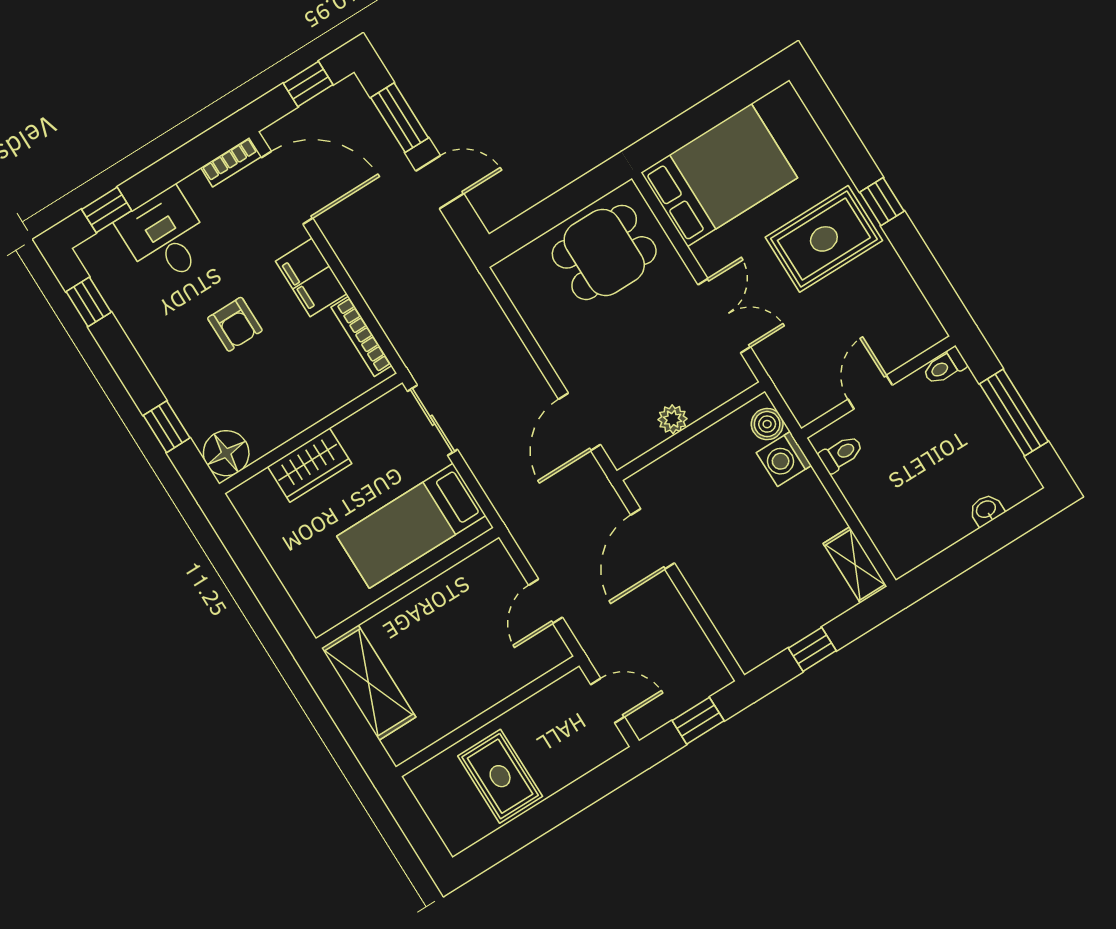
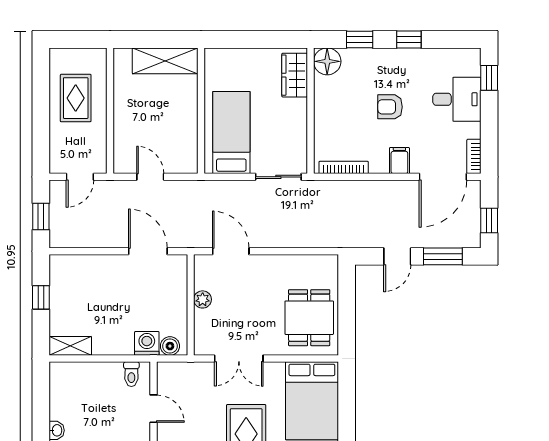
filing cabinet: (311, 277) -> (399, 161), width x0.50
window: (89, 302) -> (409, 40), moved
wardrobe: (310, 465) -> (295, 75), moved
rug: (500, 776) -> (76, 98), turned 90

